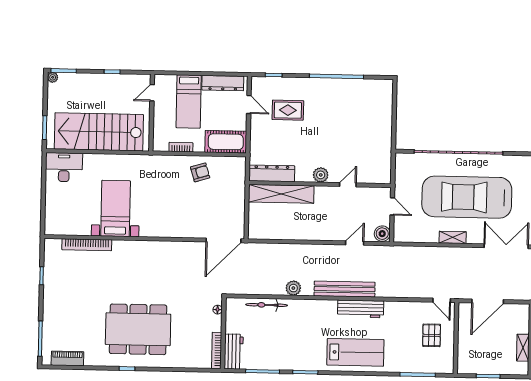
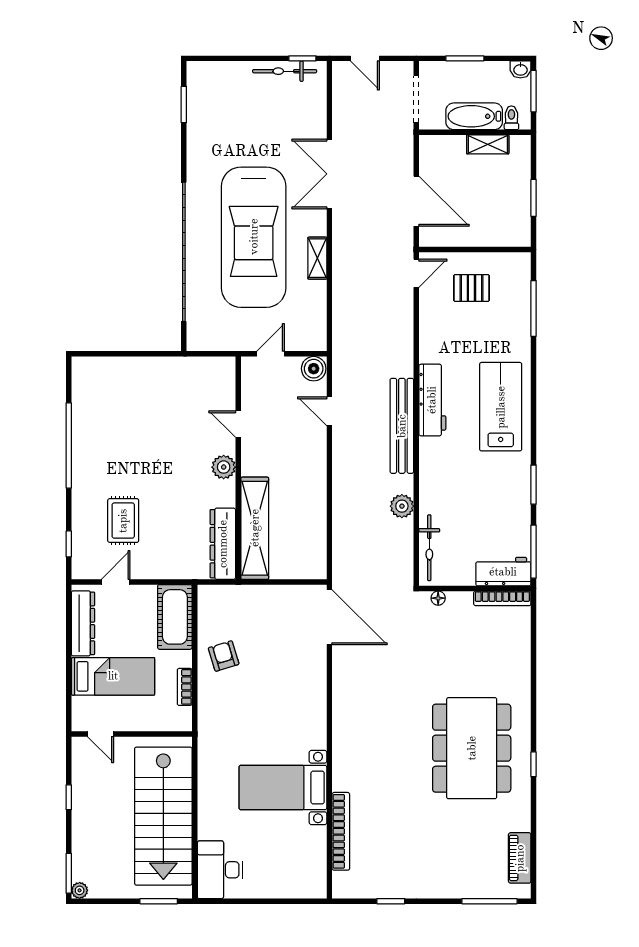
floor lamp: (218, 310) -> (438, 598), moved
wall: (223, 333) -> (475, 588), moved
bookcase: (217, 351) -> (502, 598), moved
workbench: (234, 352) -> (503, 572), moved

